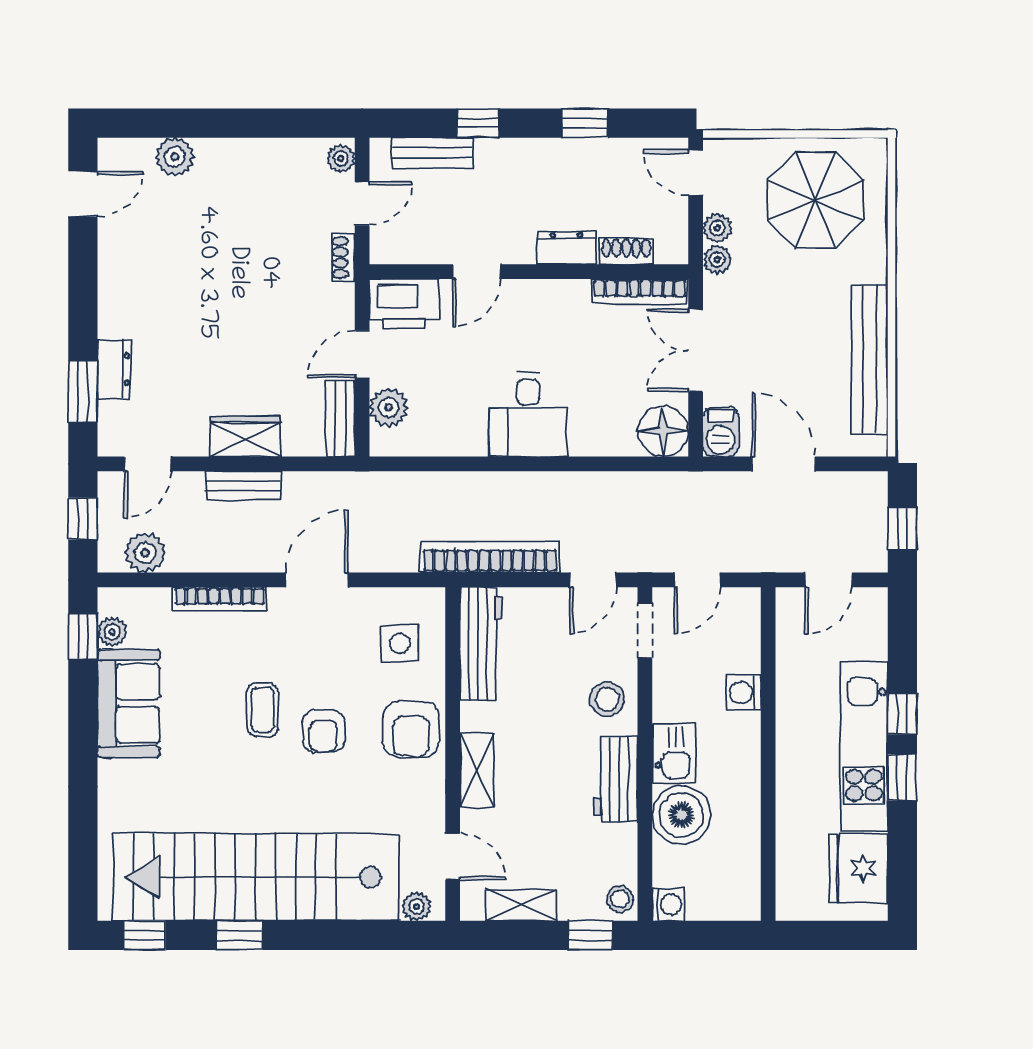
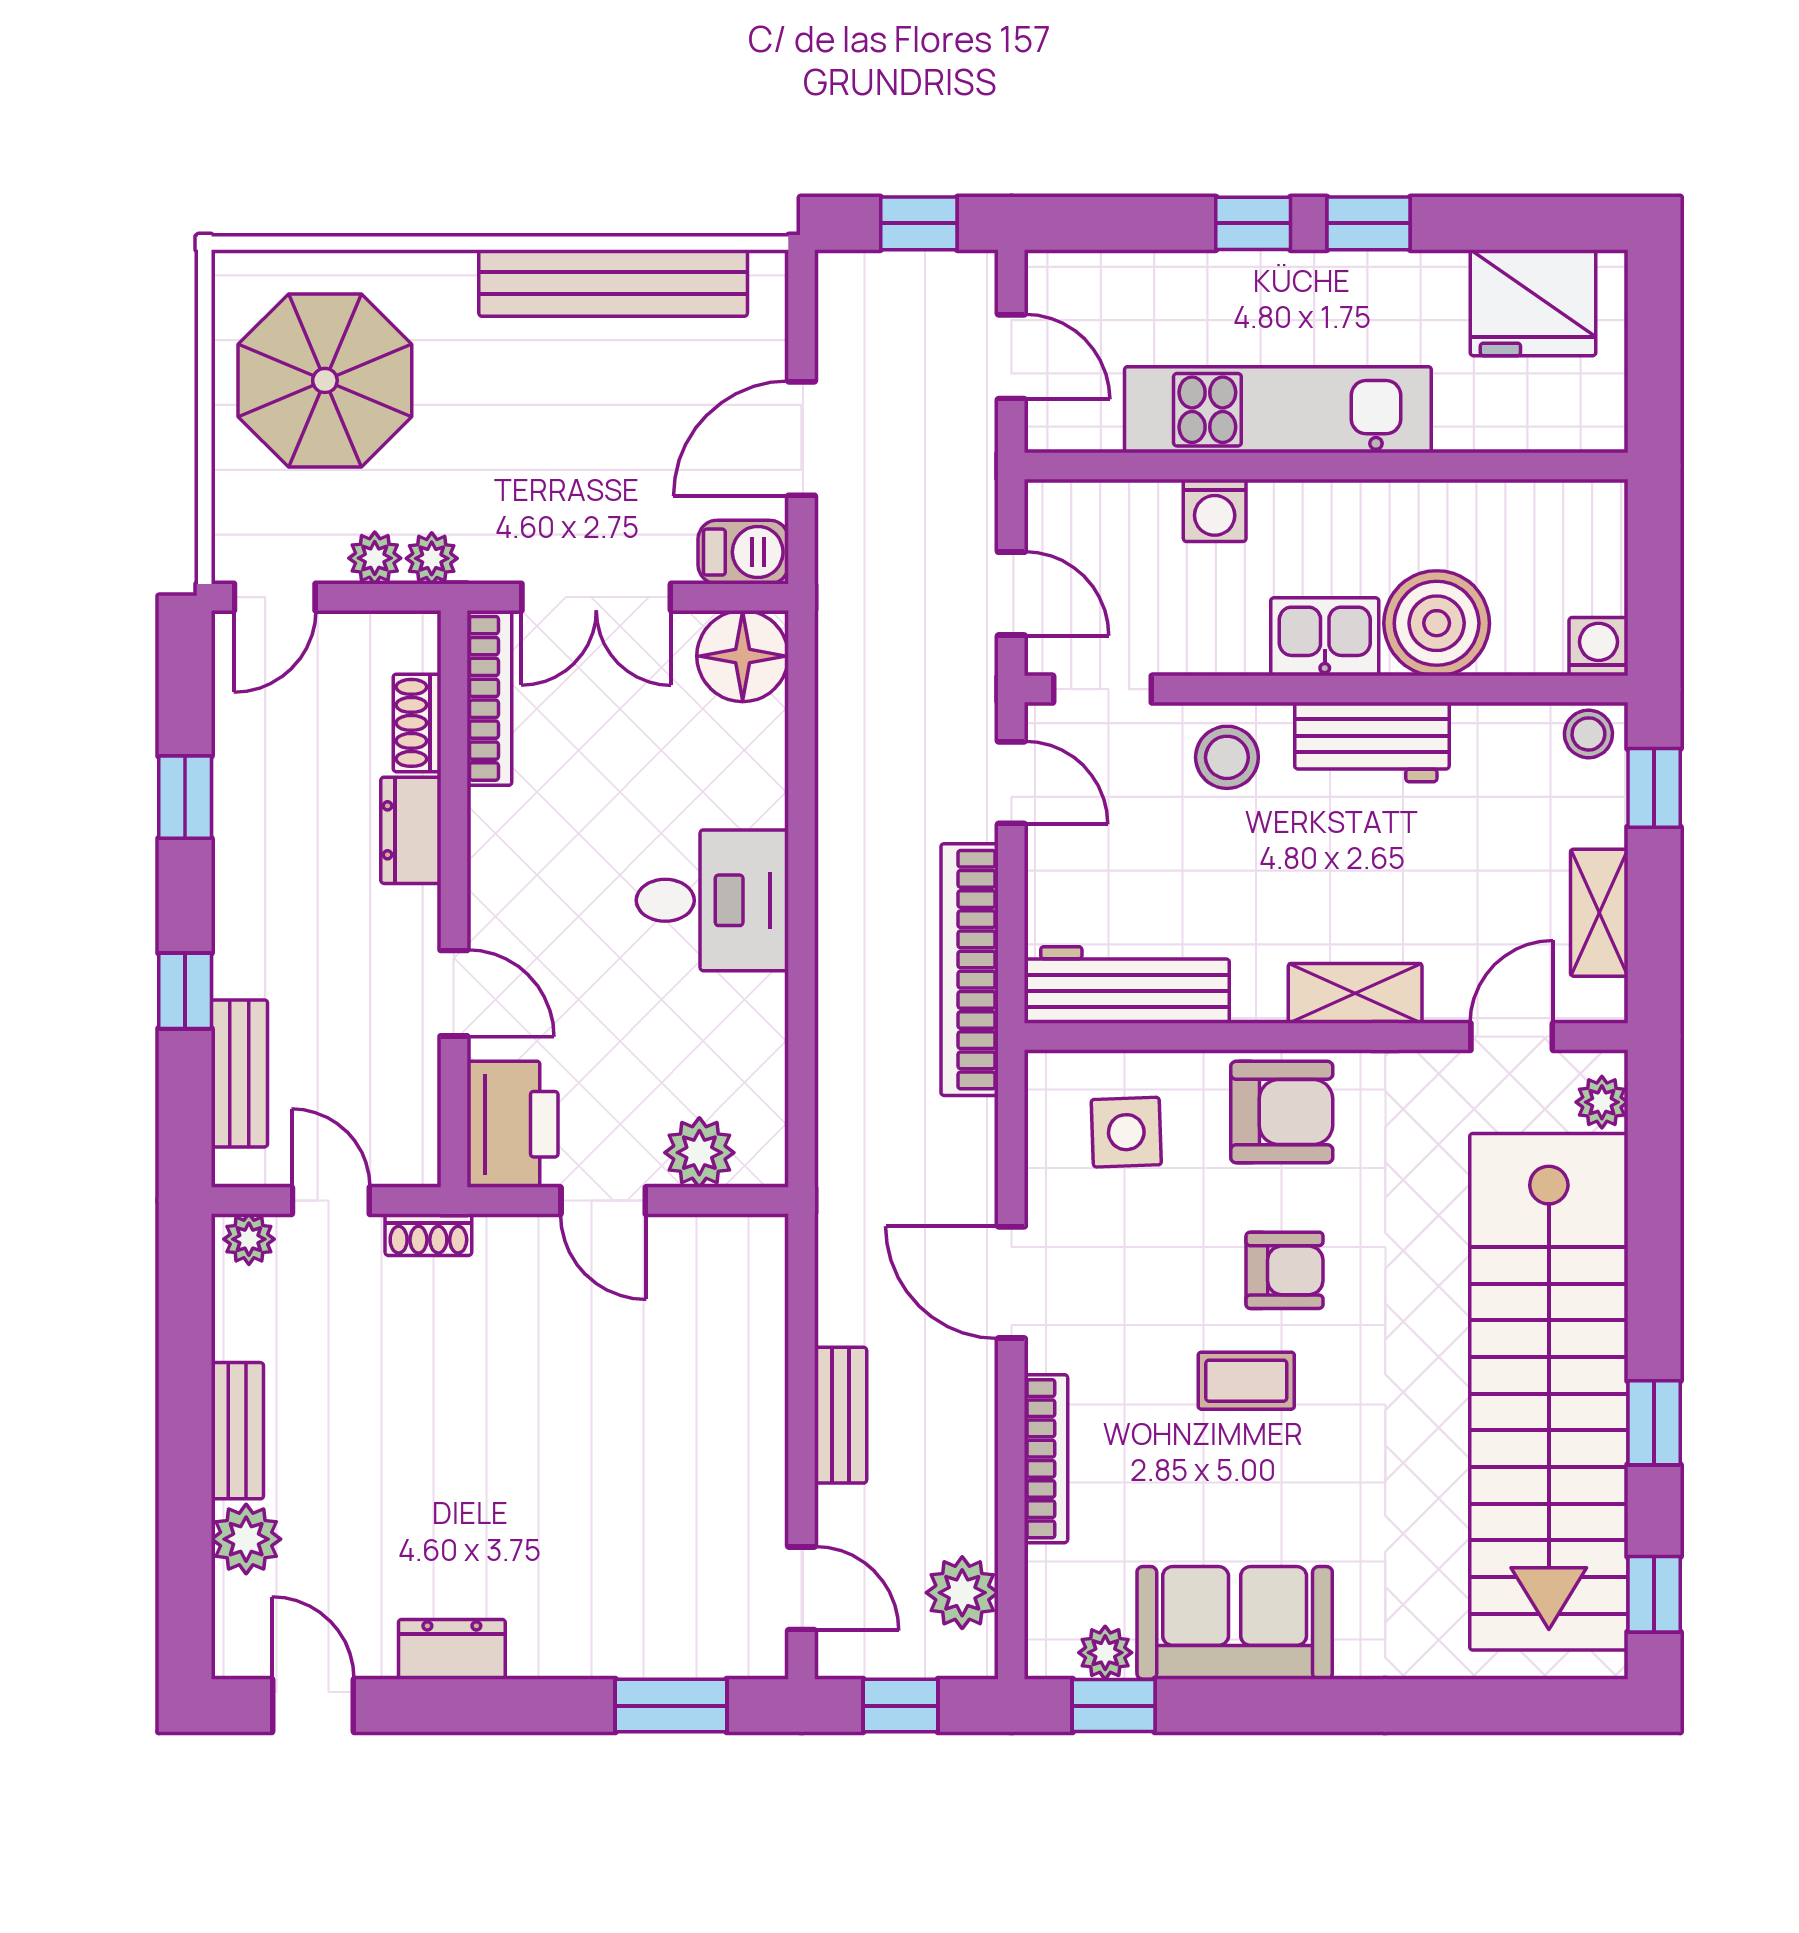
dresser: (114, 369) -> (452, 1649), moved
bench: (340, 419) -> (237, 1431), moved, turned 90
wardrobe: (245, 436) -> (752, 1412), removed
kitchen unit: (864, 746) -> (1278, 410), moved, turned 180

